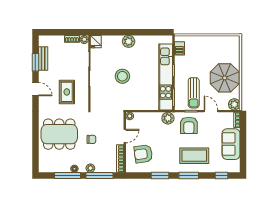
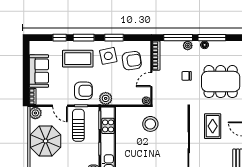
stool: (122, 76) -> (150, 124), moved
armchair: (189, 125) -> (83, 91), turned 90
side table: (165, 158) -> (108, 56), added
window: (221, 176) -> (60, 38), moved

